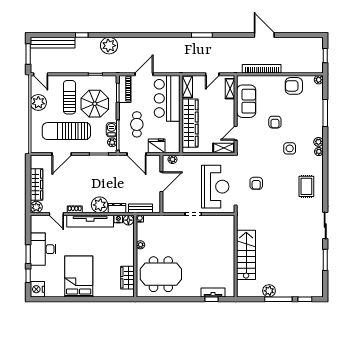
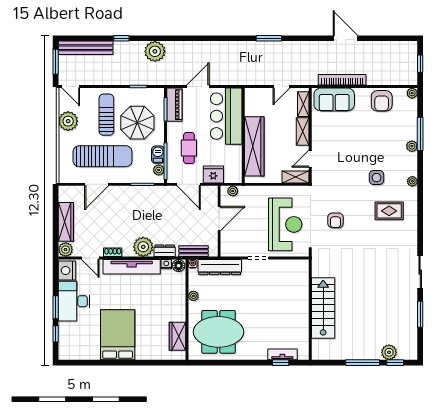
armchair: (294, 86) -> (382, 101), turned -90
shelving: (187, 87) -> (303, 132), moved
sofa: (246, 101) -> (334, 99), moved, turned 90
armchair: (275, 122) -> (358, 145), removed
sun lounger: (66, 131) -> (103, 156), turned 180
plant: (318, 142) -> (412, 146), moved
rug: (306, 186) -> (389, 211), moved, turned 90
dresser: (162, 221) -> (220, 267), added
nightstand: (37, 289) -> (67, 270), moved
plant: (269, 291) -> (389, 352), moved

